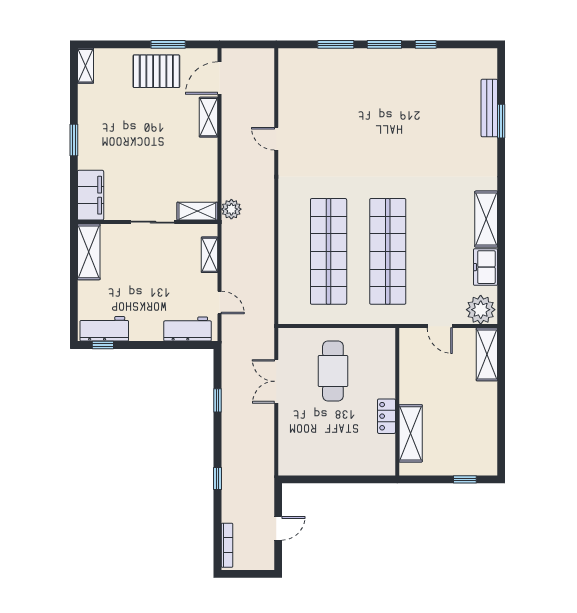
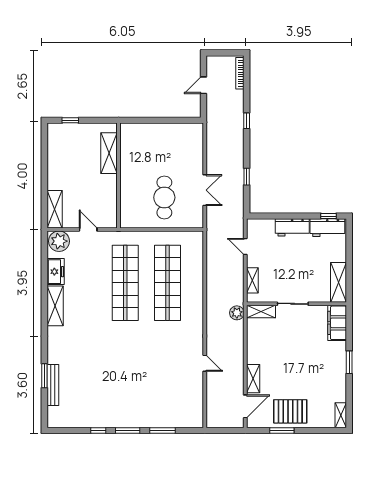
workbench: (188, 329) -> (292, 227), moved
locker: (387, 416) -> (126, 165), removed

